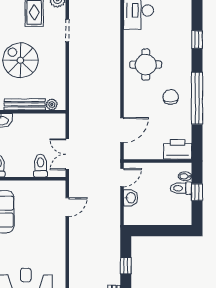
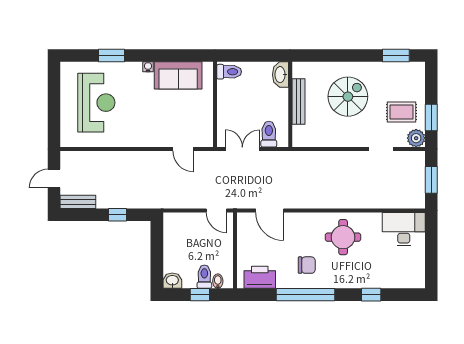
plant: (52, 104) -> (298, 132), removed
printer: (178, 149) -> (260, 277), moved, turned -90
toilet: (41, 166) -> (269, 134), moved, turned -90
washbasin: (131, 198) -> (172, 281), moved, turned 180

